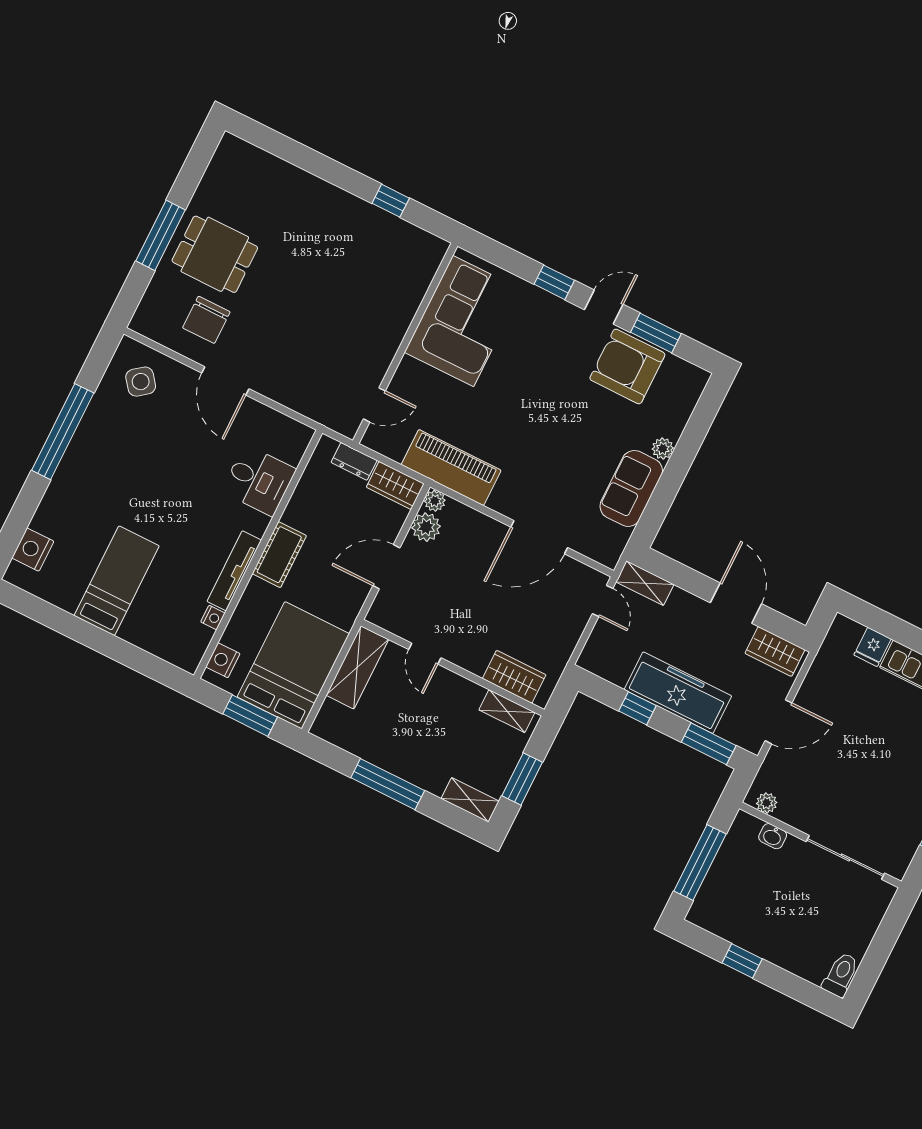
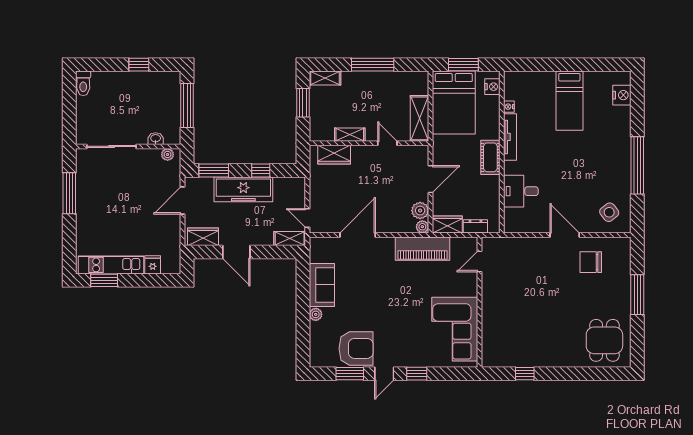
dining table: (215, 254) -> (604, 340), moved, turned 90
chair: (206, 320) -> (591, 262), turned -90
shelving: (507, 711) -> (350, 135), moved

